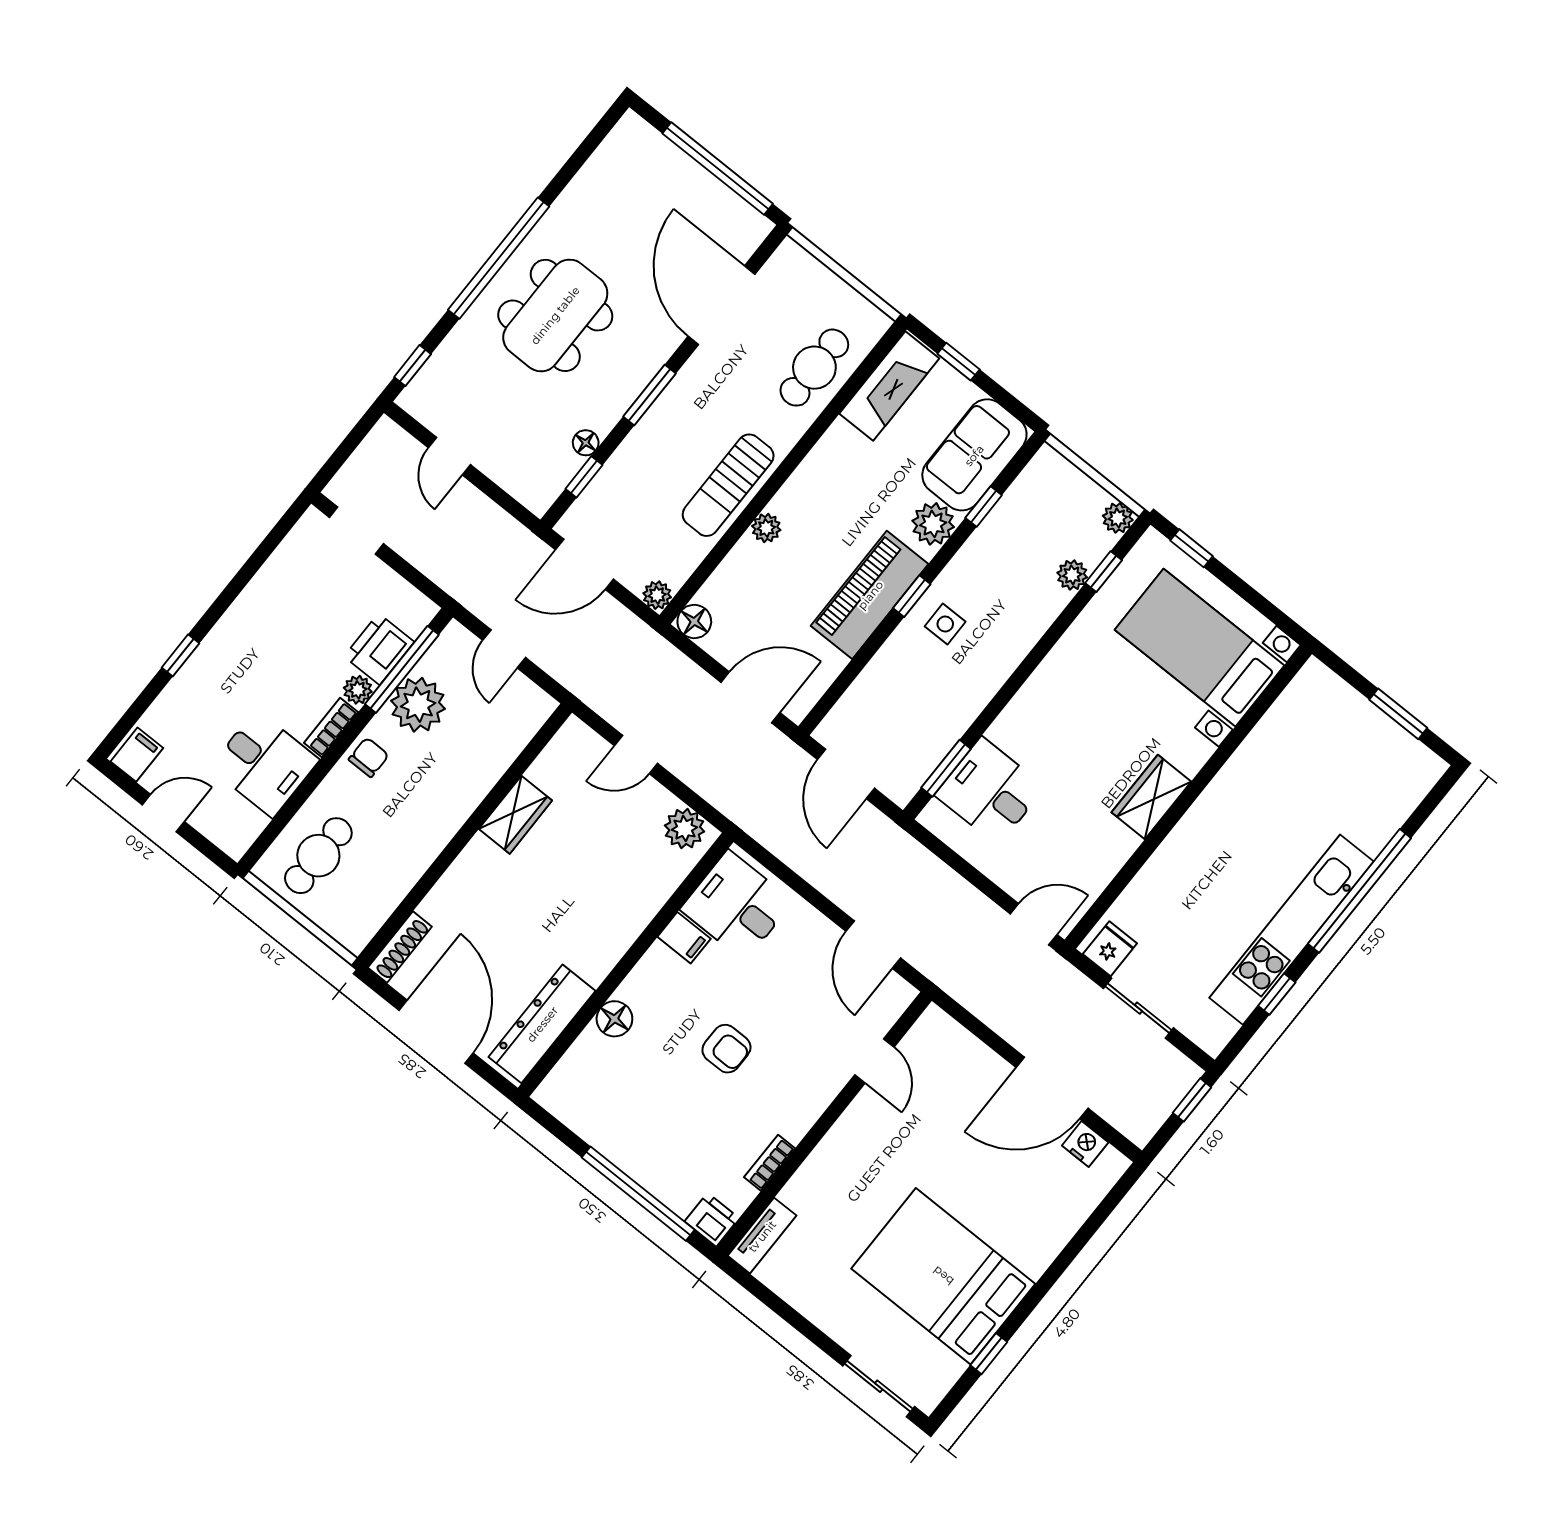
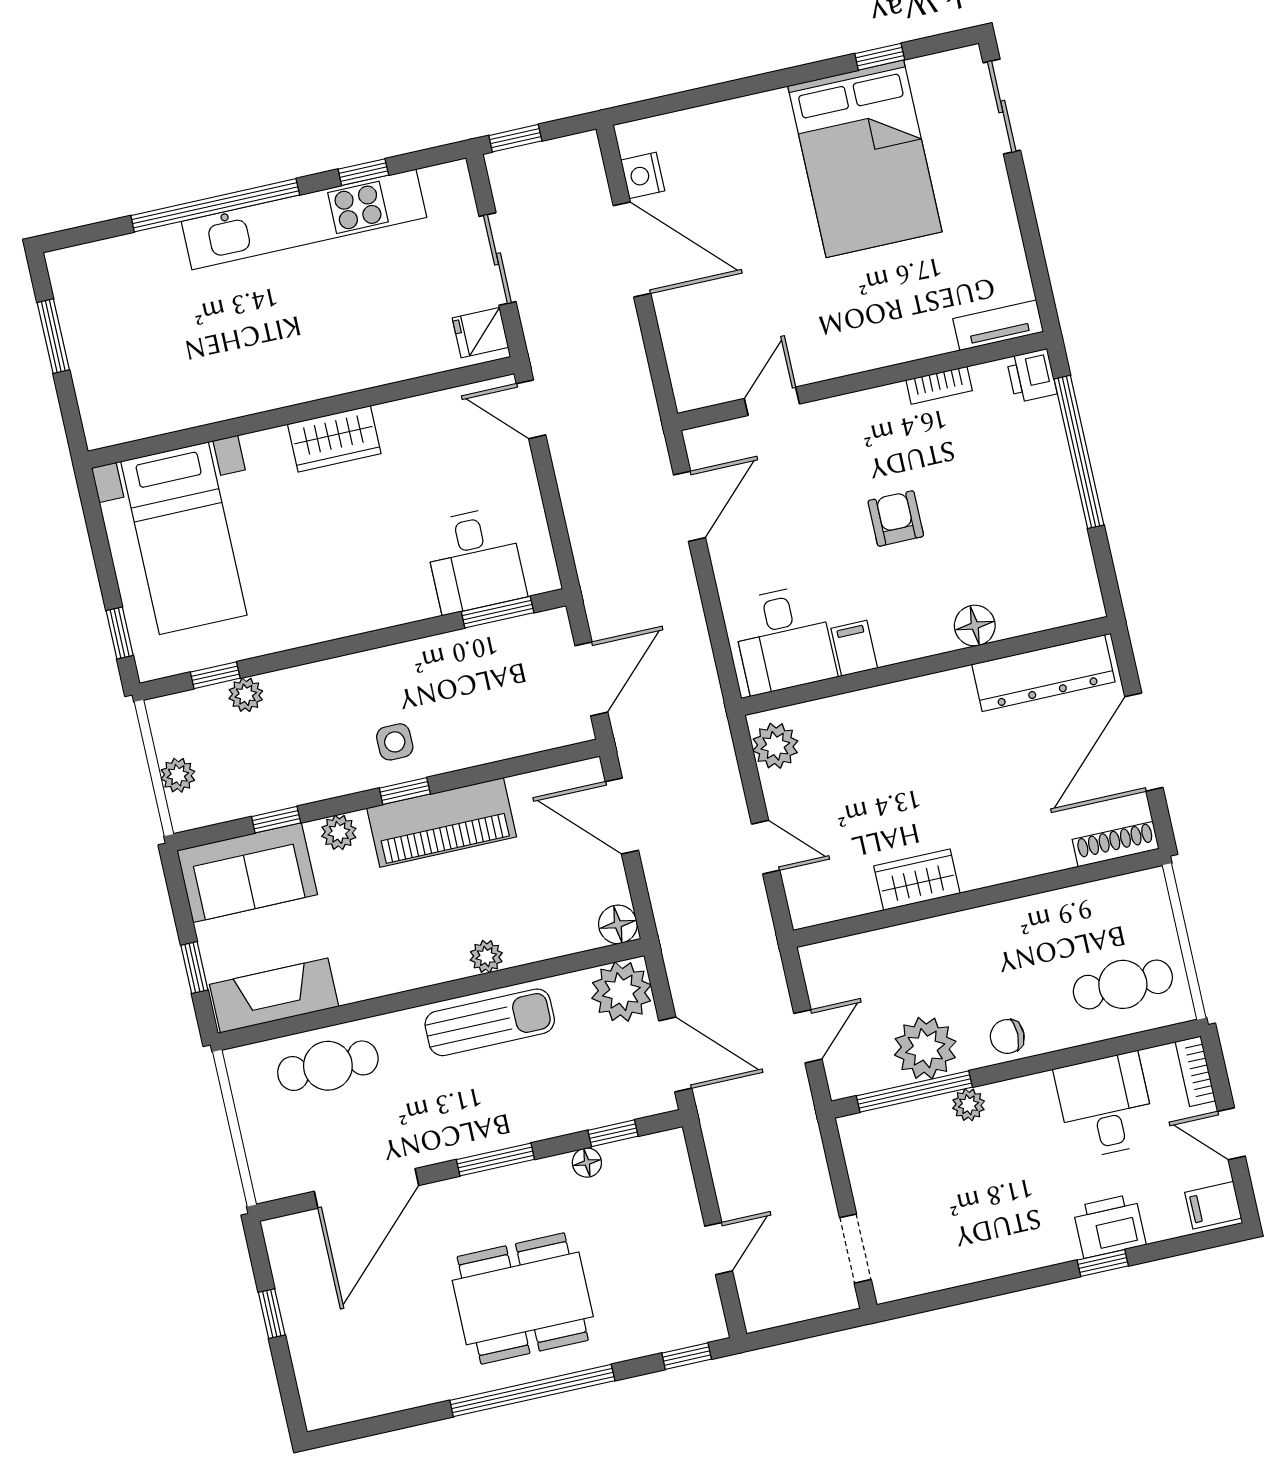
window: (718, 169) -> (272, 1314), width x0.32
plant: (1118, 518) -> (178, 775), moved
plant: (933, 524) -> (339, 832), width x0.73, depth x0.73
plant: (657, 595) -> (621, 992), width x1.87, depth x1.87
printer: (379, 649) -> (1109, 1226), moved, turned 180
bookcase: (331, 728) -> (1195, 1071), moved, turned 90

